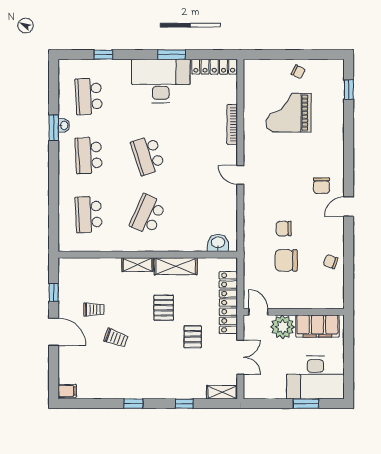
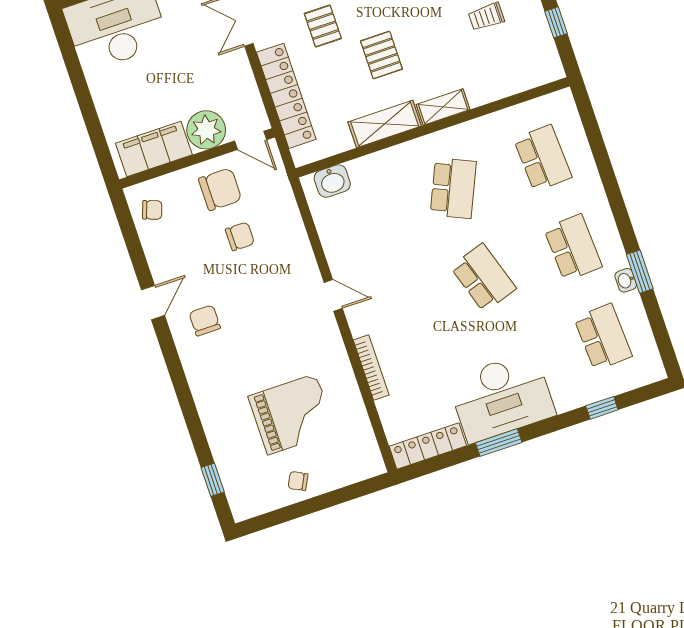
door: (258, 312) -> (251, 140), moved
wall: (294, 312) -> (197, 158), moved
filing cabinet: (317, 326) -> (154, 149), moved
plant: (283, 327) -> (206, 130), moved

